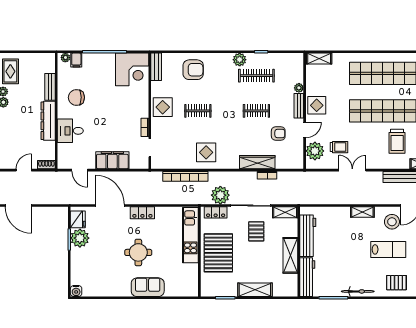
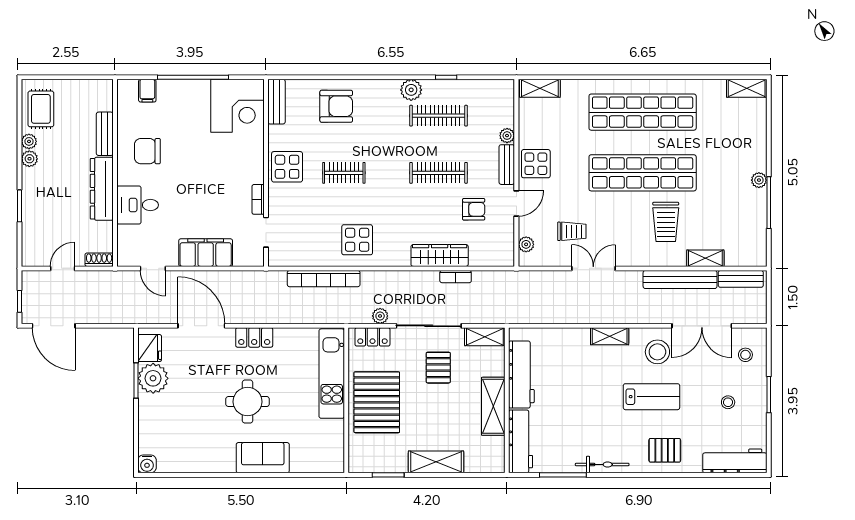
plant: (65, 58) -> (130, 87), removed
clothes rail: (256, 111) -> (439, 173), width x1.36
plant: (315, 151) -> (526, 244), width x0.53, depth x0.53
plant: (220, 195) -> (380, 316), width x0.53, depth x0.53

